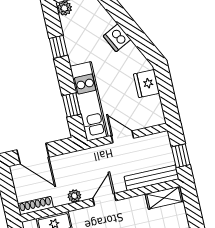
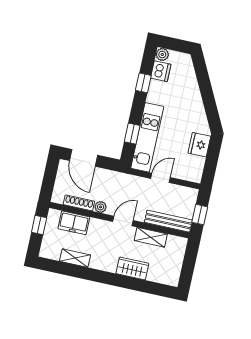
dishwasher: (117, 38) -> (161, 71), moved, turned -153
door: (122, 137) -> (161, 178), hinge flipped
shelving: (164, 198) -> (151, 237), moved
shoe rack: (35, 206) -> (79, 203), moved

